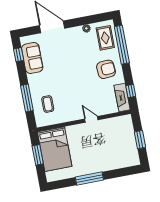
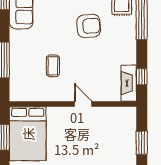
armchair: (106, 69) -> (89, 26), moved
coffee table: (48, 104) -> (53, 66), moved

